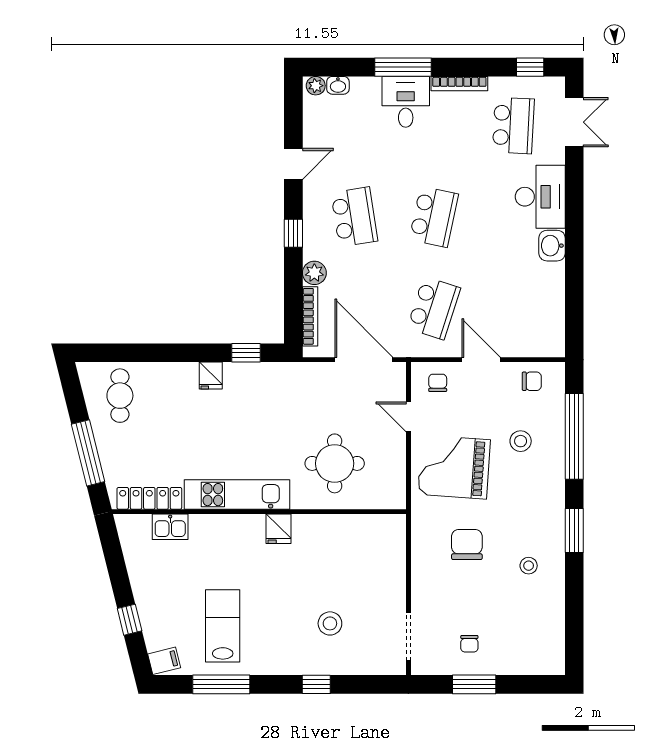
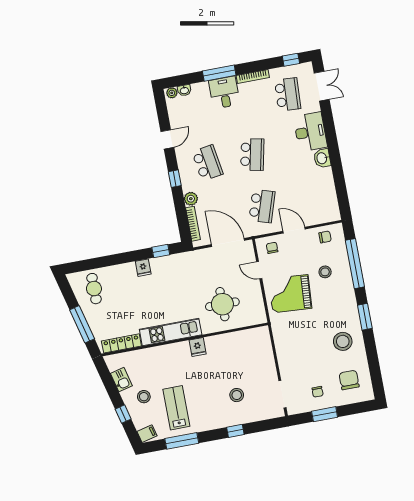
kitchen sink: (170, 527) -> (121, 380), moved, turned -104
chair: (467, 545) -> (349, 380), moved
stool: (529, 566) -> (343, 341), width x1.89, depth x1.89
stool: (171, 596) -> (144, 397), added

